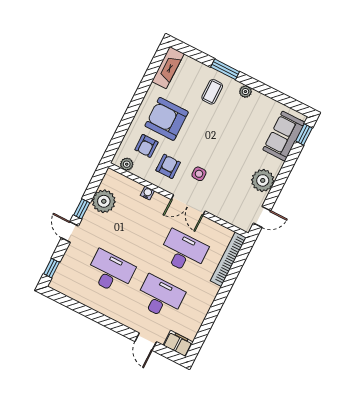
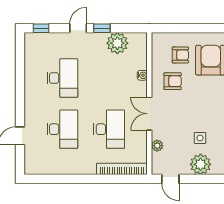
armchair: (146, 146) -> (180, 55), turned 180
plant: (127, 164) -> (157, 146), moved
side table: (199, 174) -> (200, 138), moved
filing cabinet: (178, 344) -> (32, 163), removed

